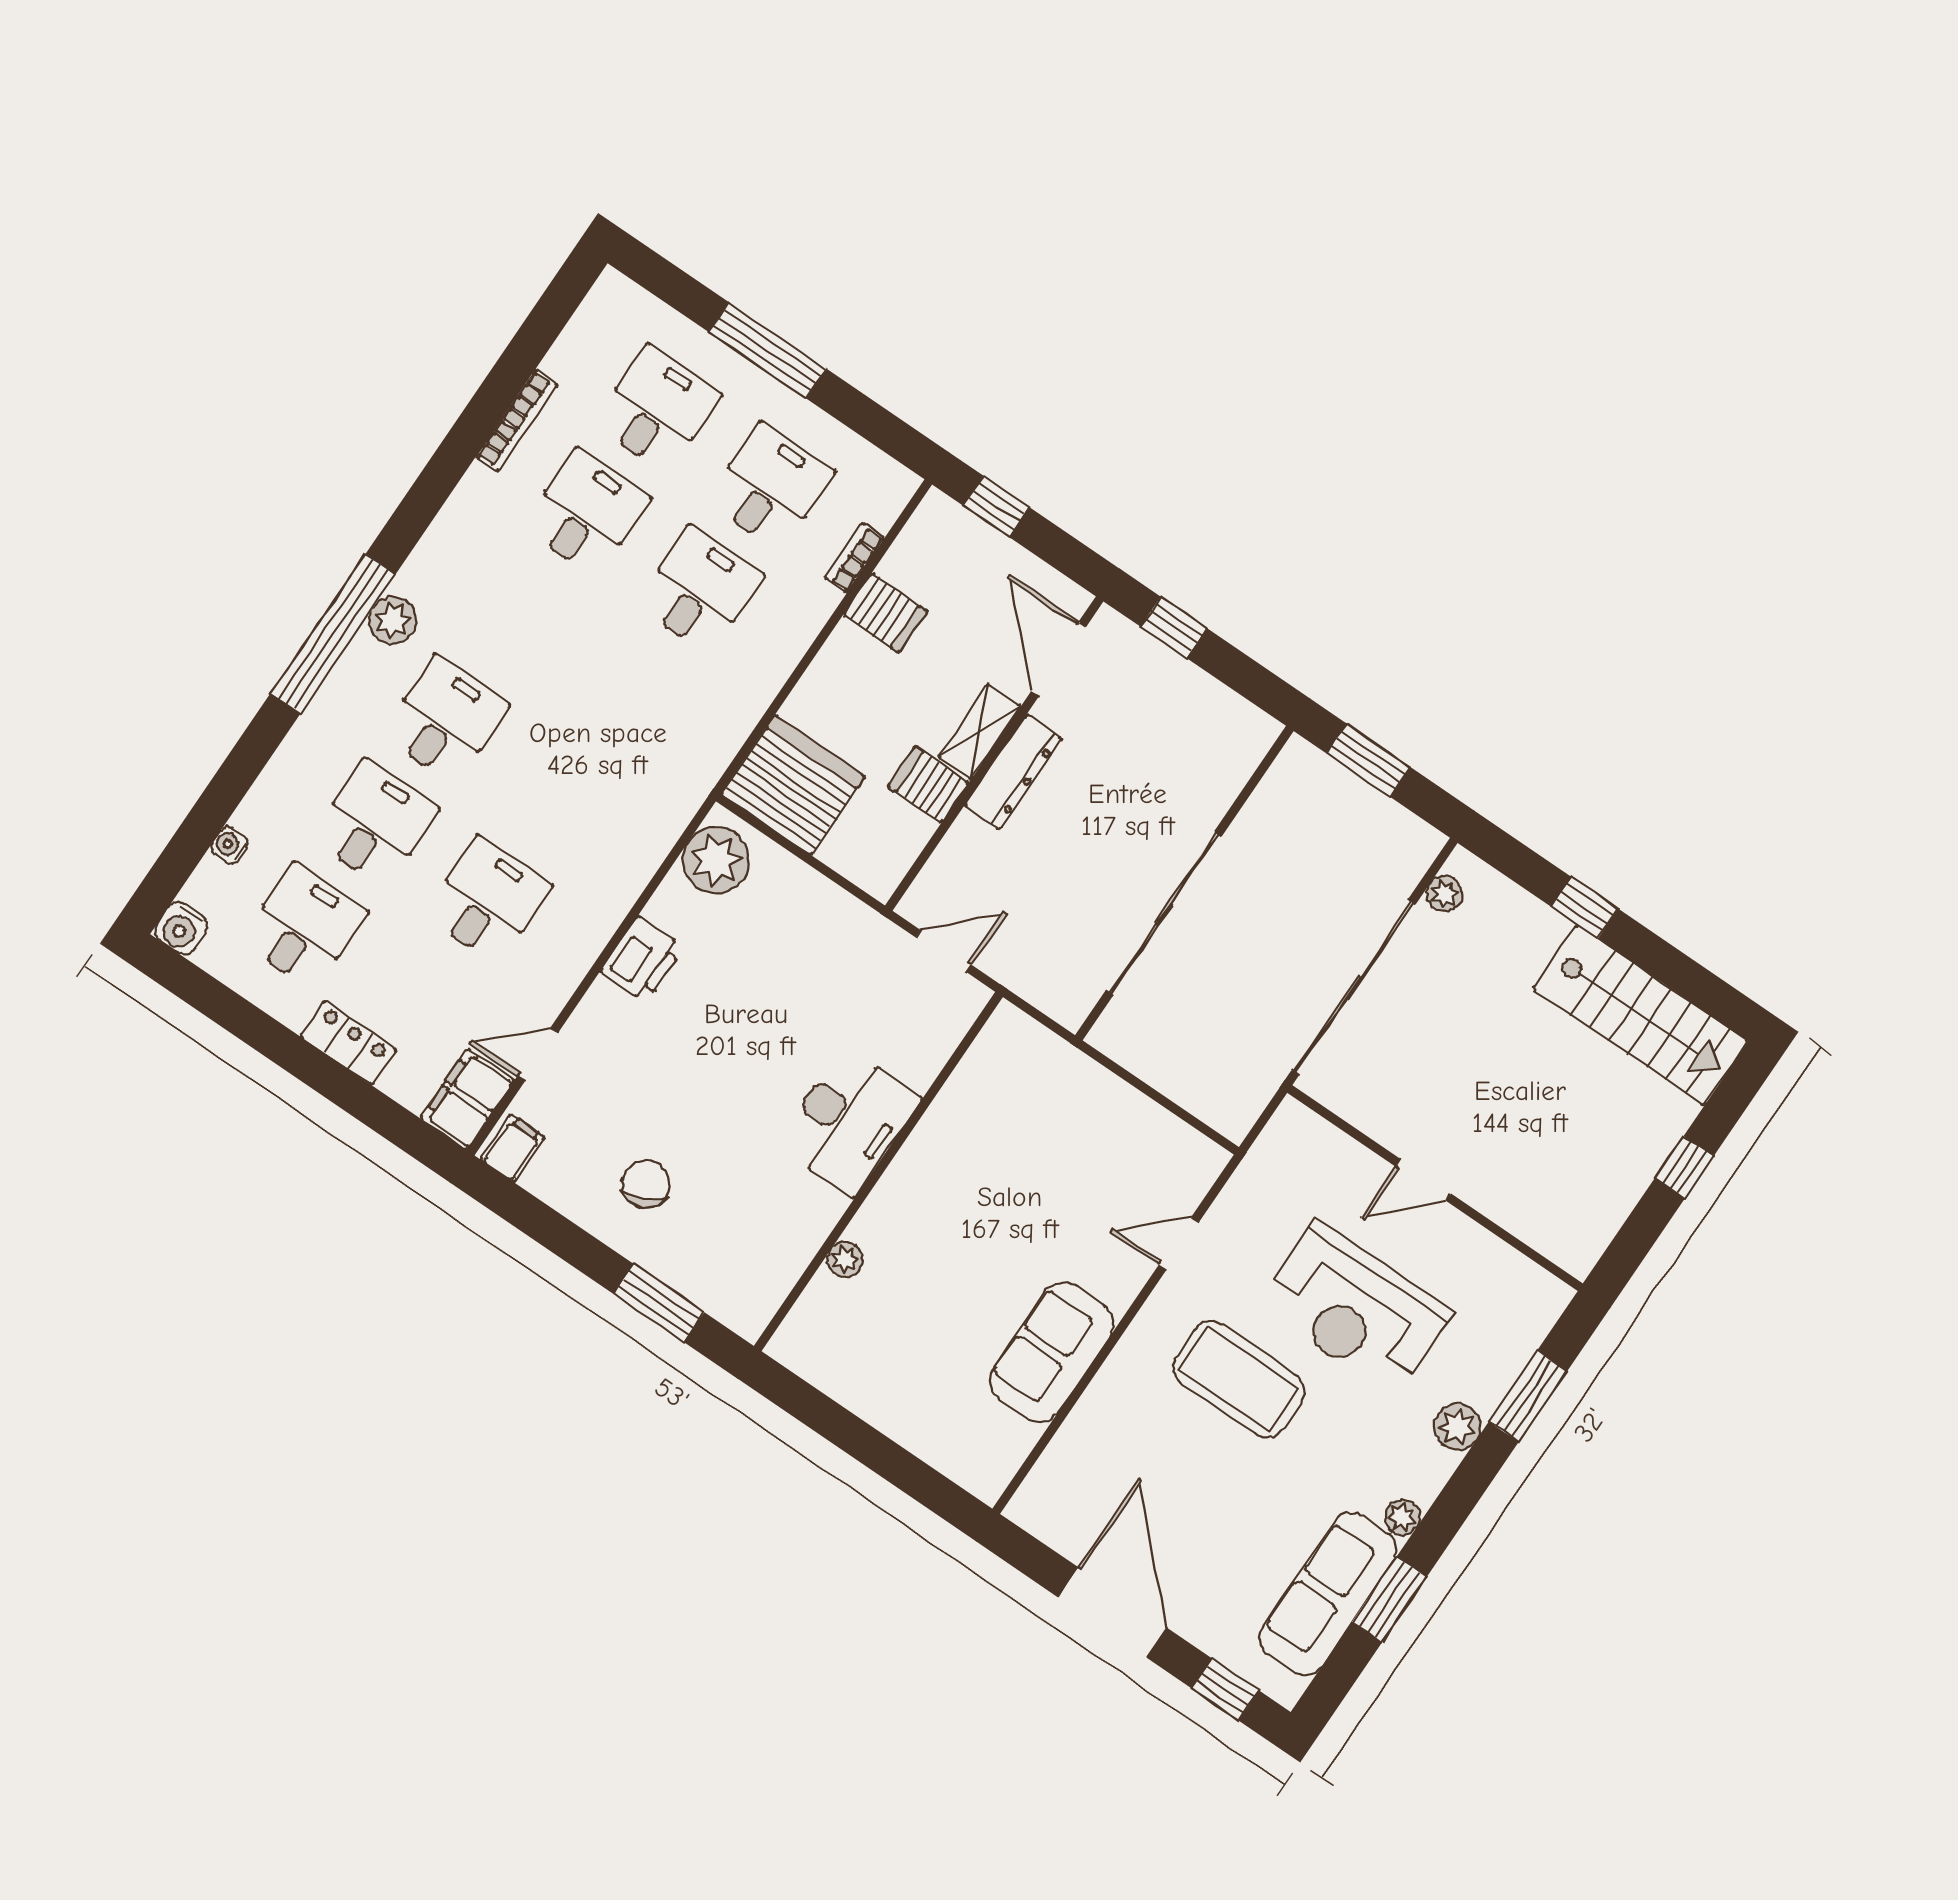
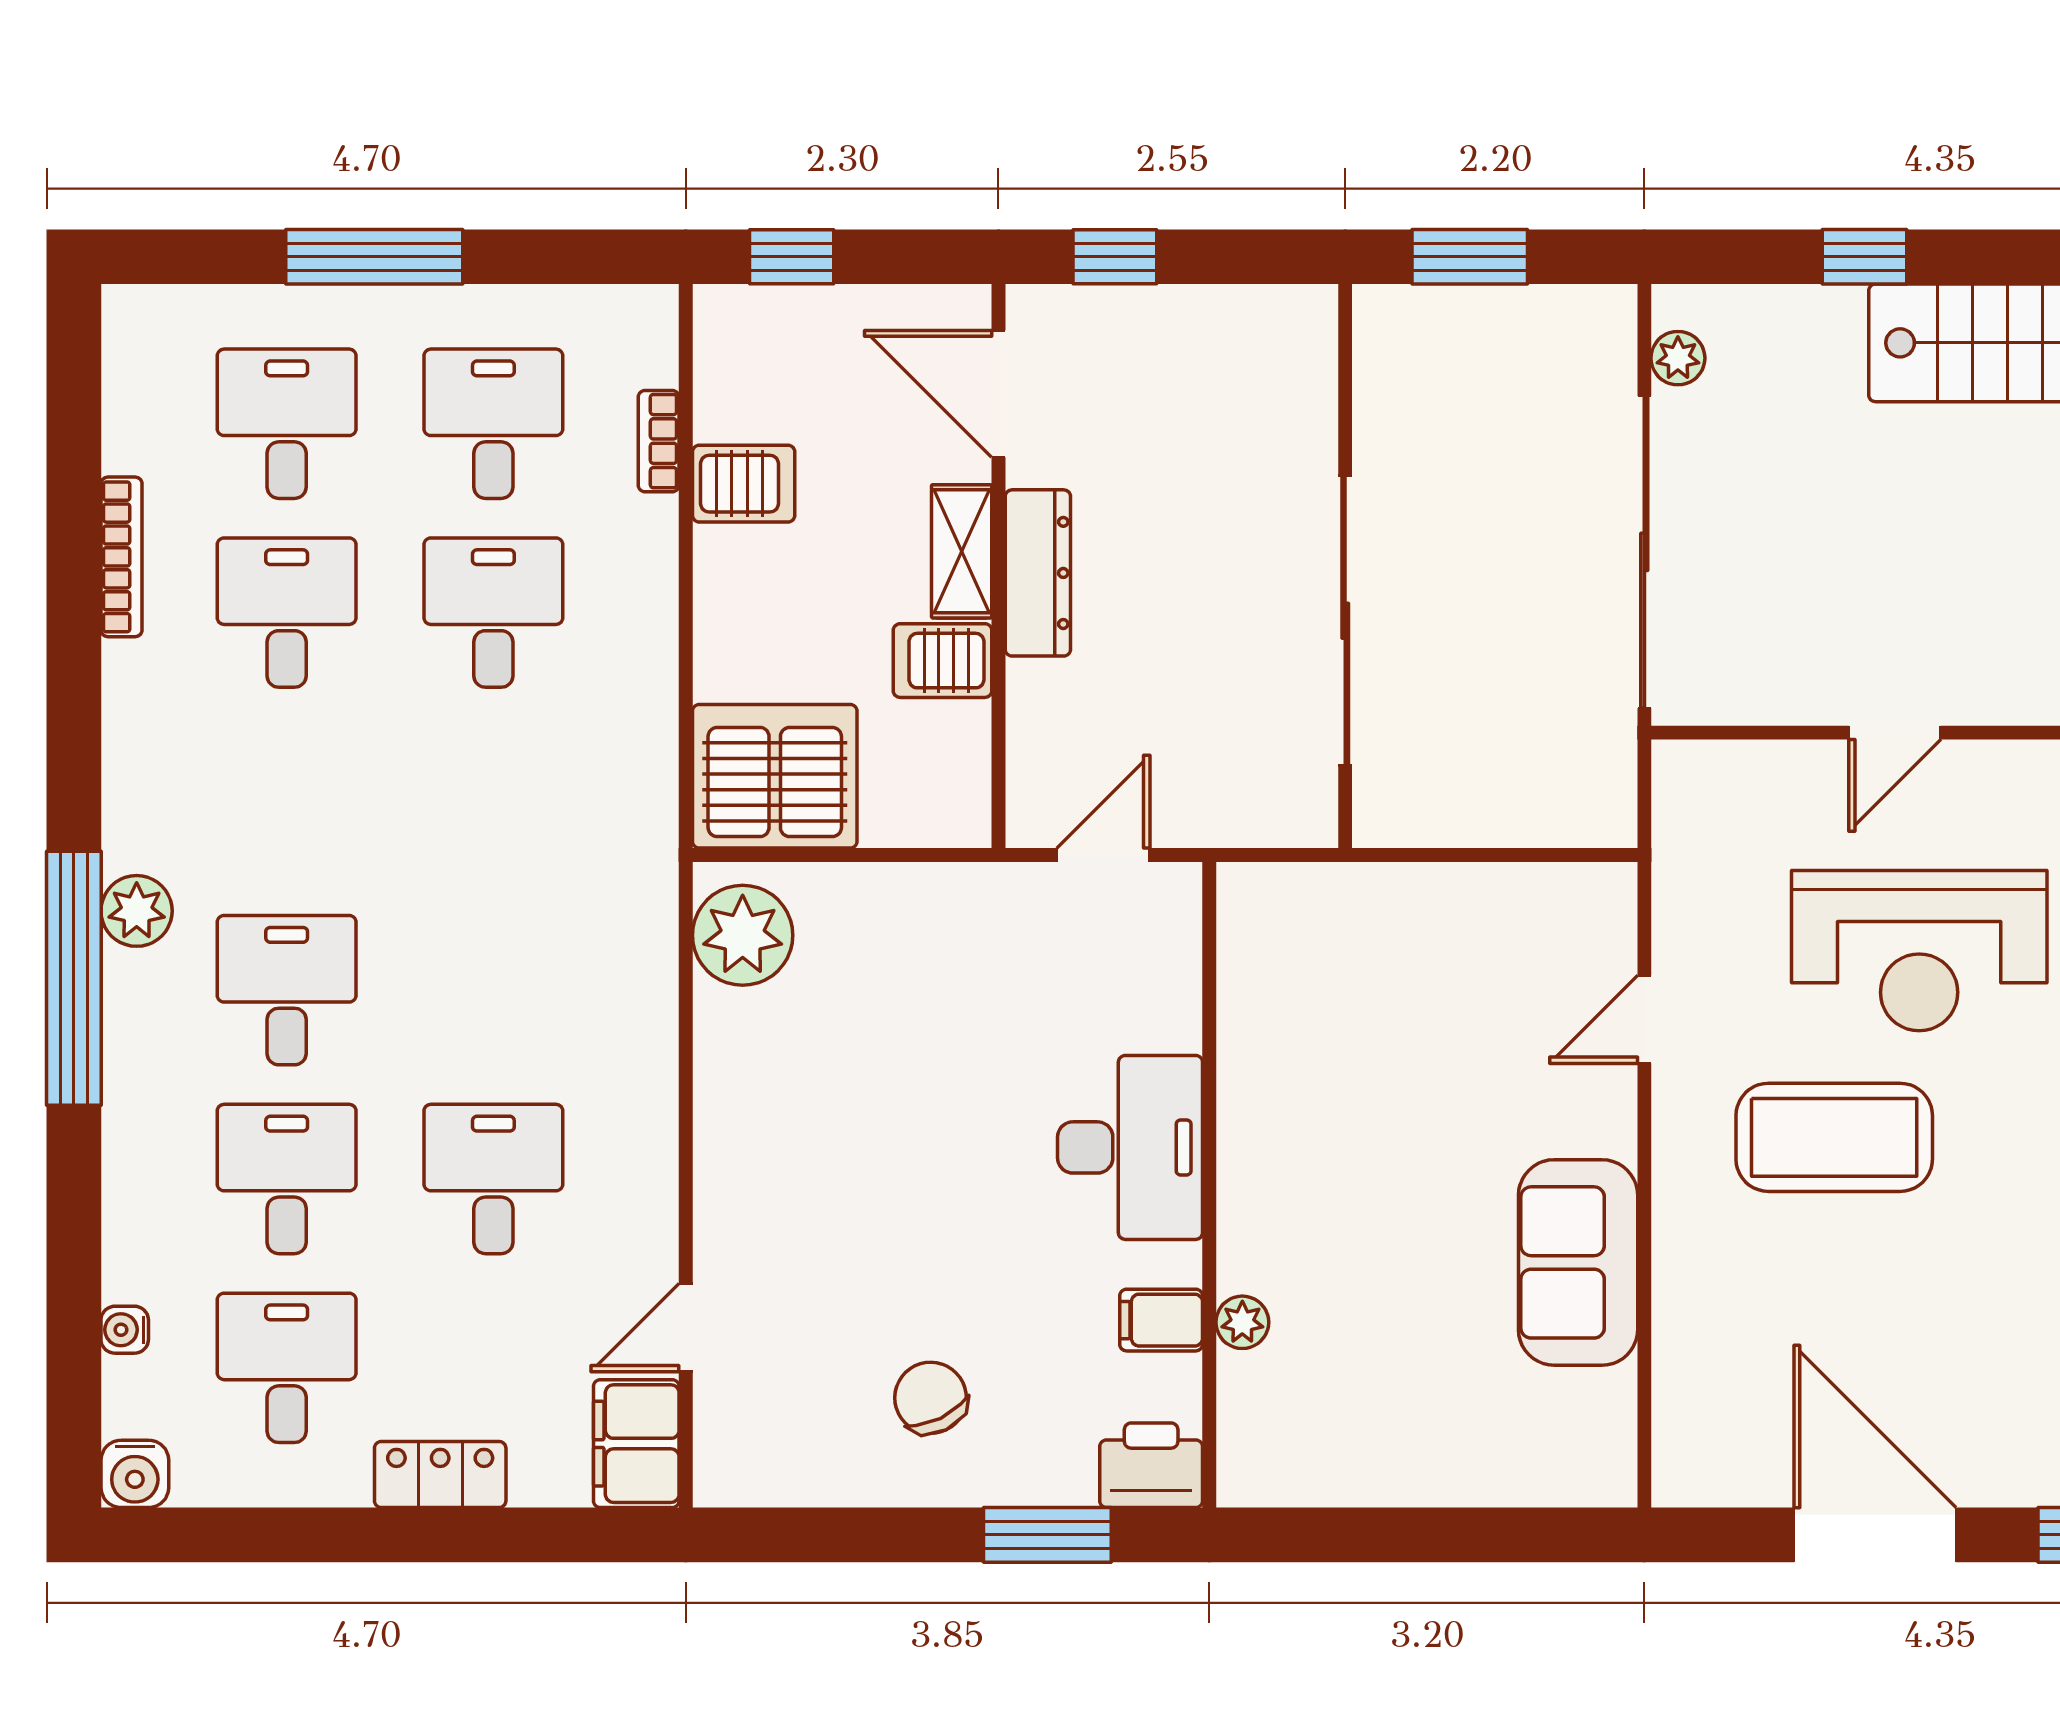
printer: (642, 959) -> (1151, 1465), moved, turned -90
filing cabinet: (513, 1148) -> (1161, 1320), moved, turned -90

